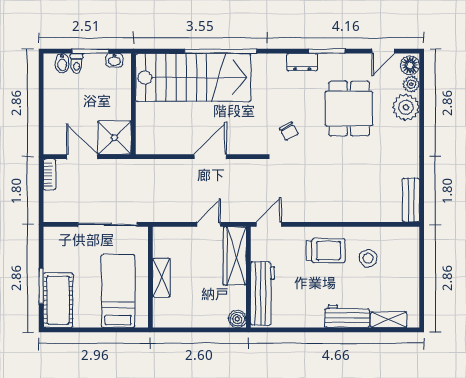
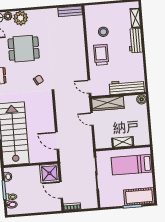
door: (82, 157) -> (61, 190), hinge flipped
door: (210, 157) -> (57, 141), moved

